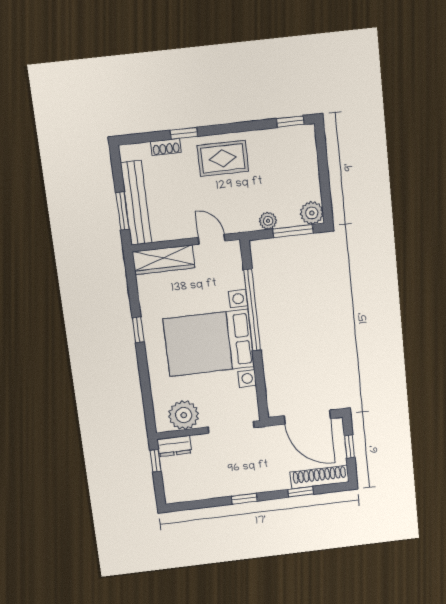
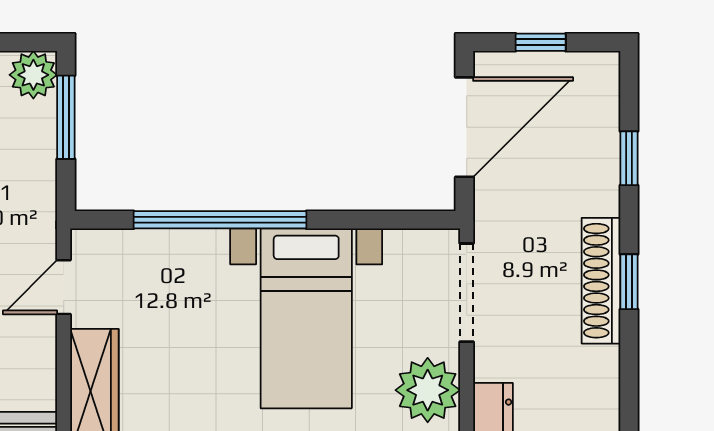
plant: (268, 221) -> (39, 167), removed
bed with nightstands: (209, 343) -> (306, 318), width x0.73
shoe rack: (320, 477) -> (601, 281), moved

